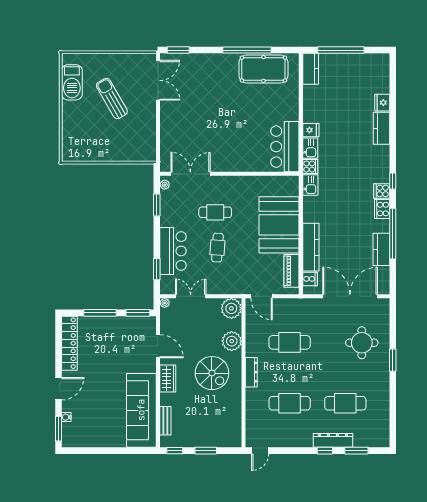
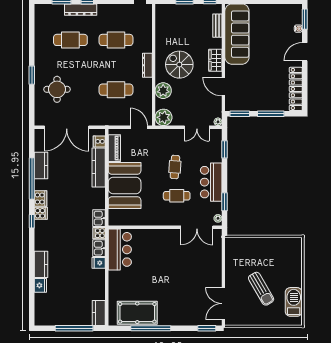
bar counter: (173, 251) -> (211, 182), moved

